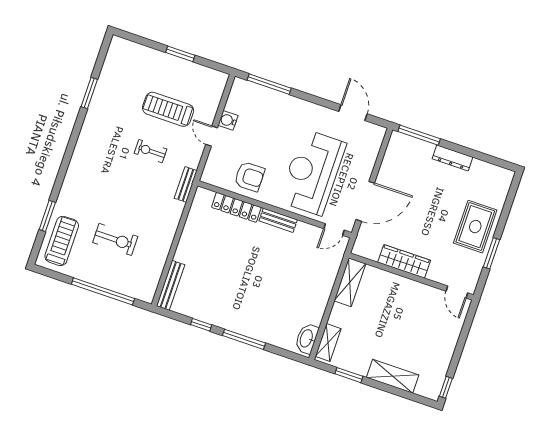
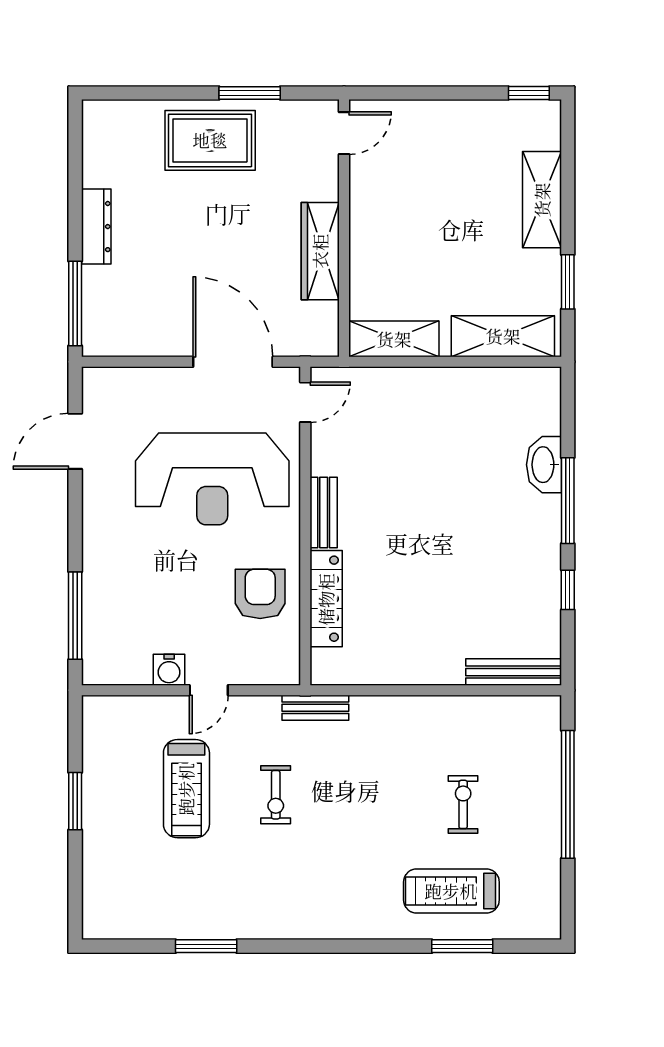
door: (334, 229) -> (305, 402), hinge flipped
exercise bike: (115, 239) -> (463, 804), width x0.73, depth x0.72
treadmill: (62, 241) -> (451, 891), moved
washbasin: (307, 339) -> (544, 465), moved, turned 90
shelving: (328, 342) -> (503, 336), width x1.50, depth x1.33

